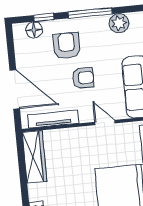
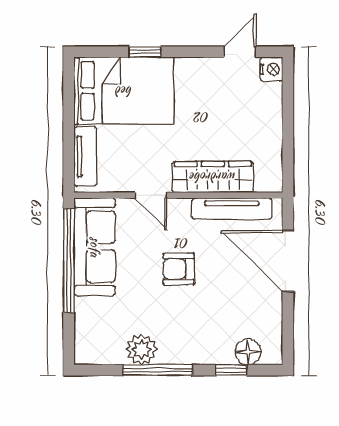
plant: (119, 23) -> (141, 350), moved
armchair: (67, 46) -> (200, 322), removed
wardrobe: (34, 157) -> (213, 177), moved, turned 90

